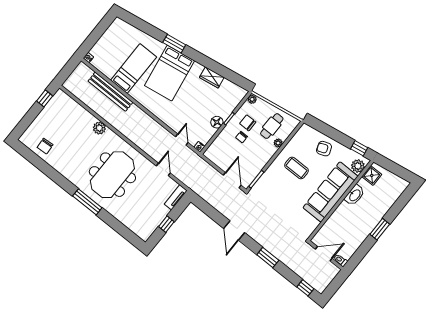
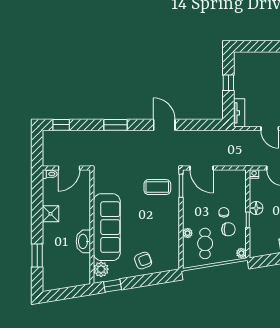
coffee table: (296, 168) -> (157, 187), moved
shower: (372, 175) -> (51, 214), moved
window: (380, 229) -> (37, 255), moved

